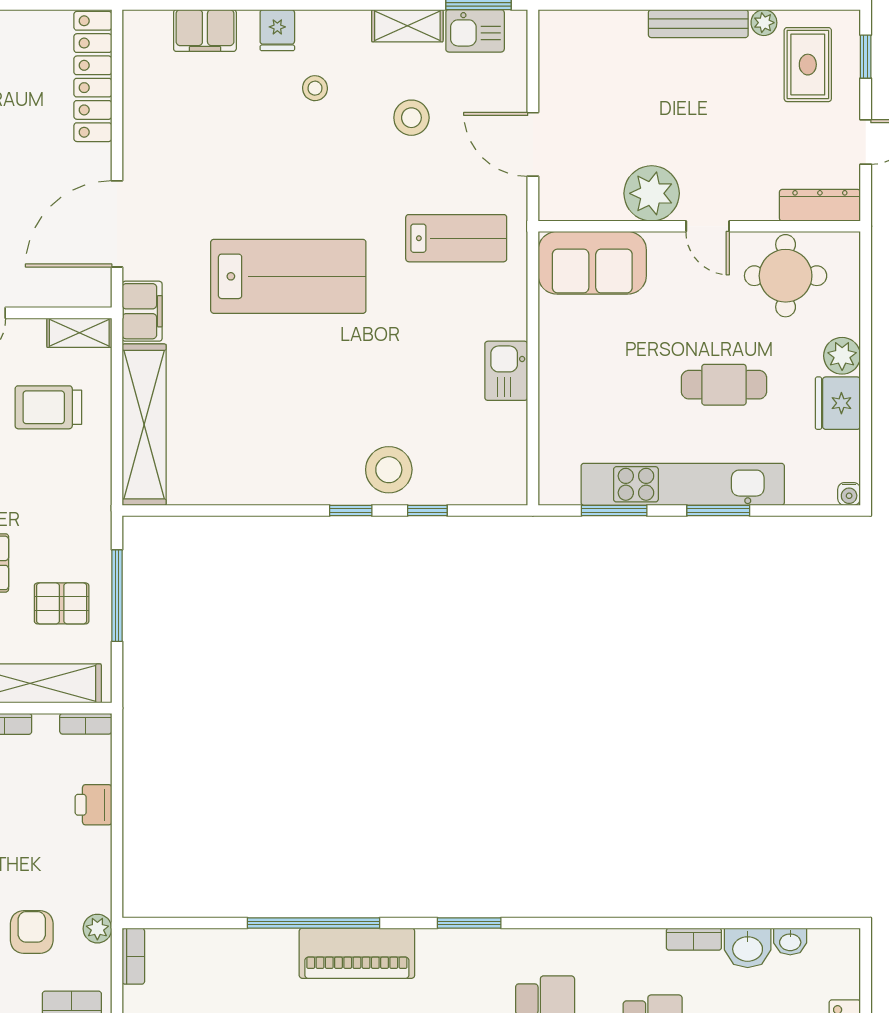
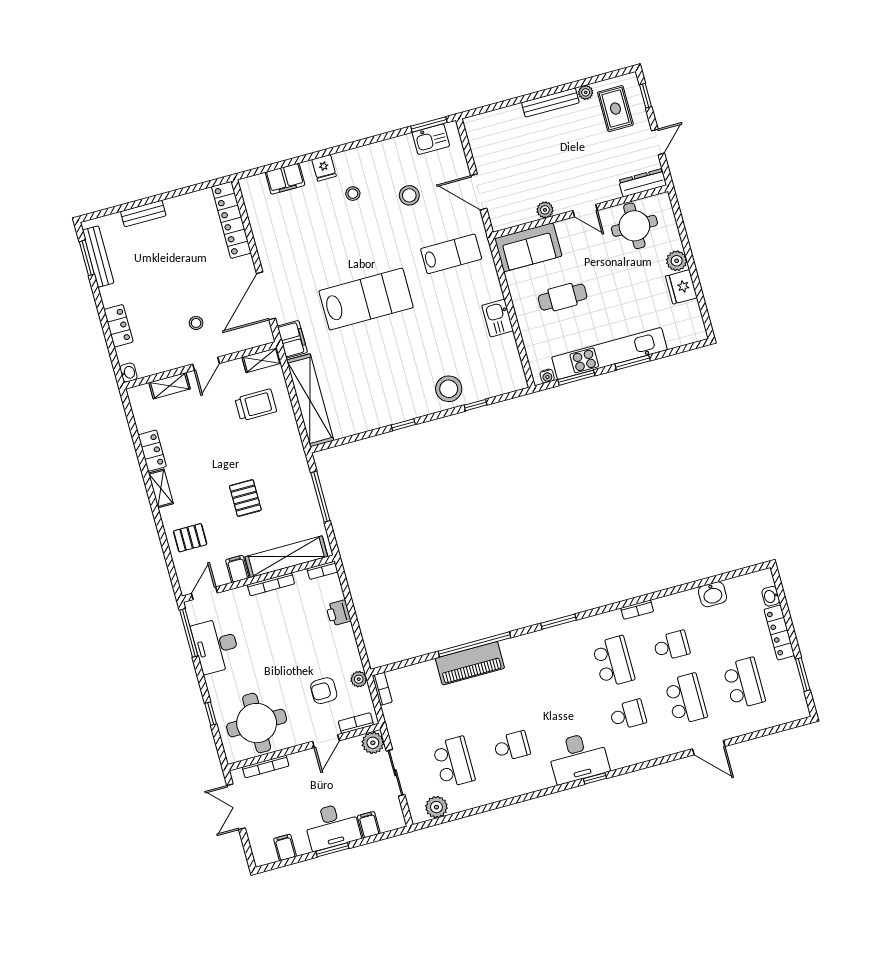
shelving: (407, 26) -> (394, 146), removed
plant: (652, 193) -> (545, 210), width x0.53, depth x0.53
cafe table: (724, 385) -> (563, 297), moved
trolley: (48, 407) -> (256, 405), turned 180
water cooler: (849, 494) -> (547, 376), moved
window: (351, 510) -> (403, 425), moved
pallet: (62, 603) -> (292, 509), removed
armchair: (32, 932) -> (324, 691), turned -90
bookcase: (694, 939) -> (637, 610), moved
washbasin: (790, 942) -> (771, 596), moved, turned 90
piano: (357, 953) -> (470, 663), moved

